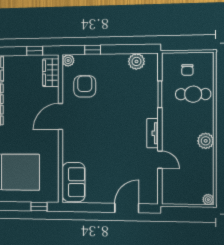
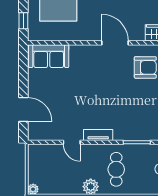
cafe table: (193, 94) -> (116, 169), moved
door: (160, 160) -> (72, 142), hinge flipped

